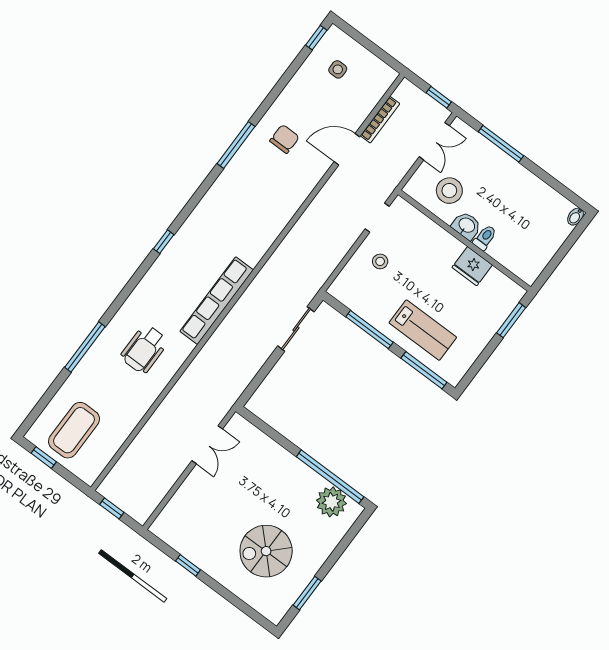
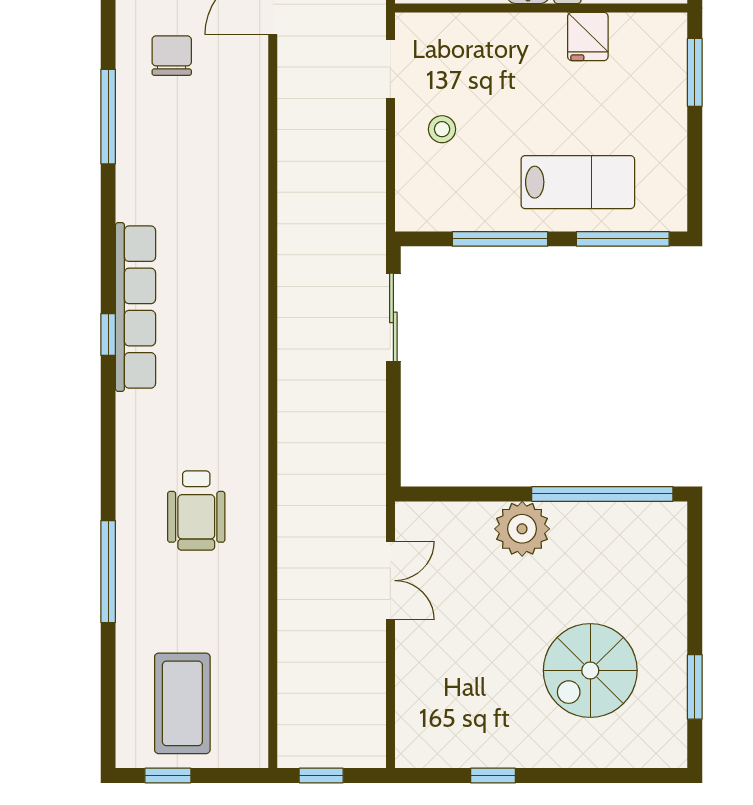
fridge: (472, 266) -> (588, 37), width x0.72
row of seats: (217, 301) -> (136, 307), moved, turned 180
plant: (331, 502) -> (522, 529), moved

